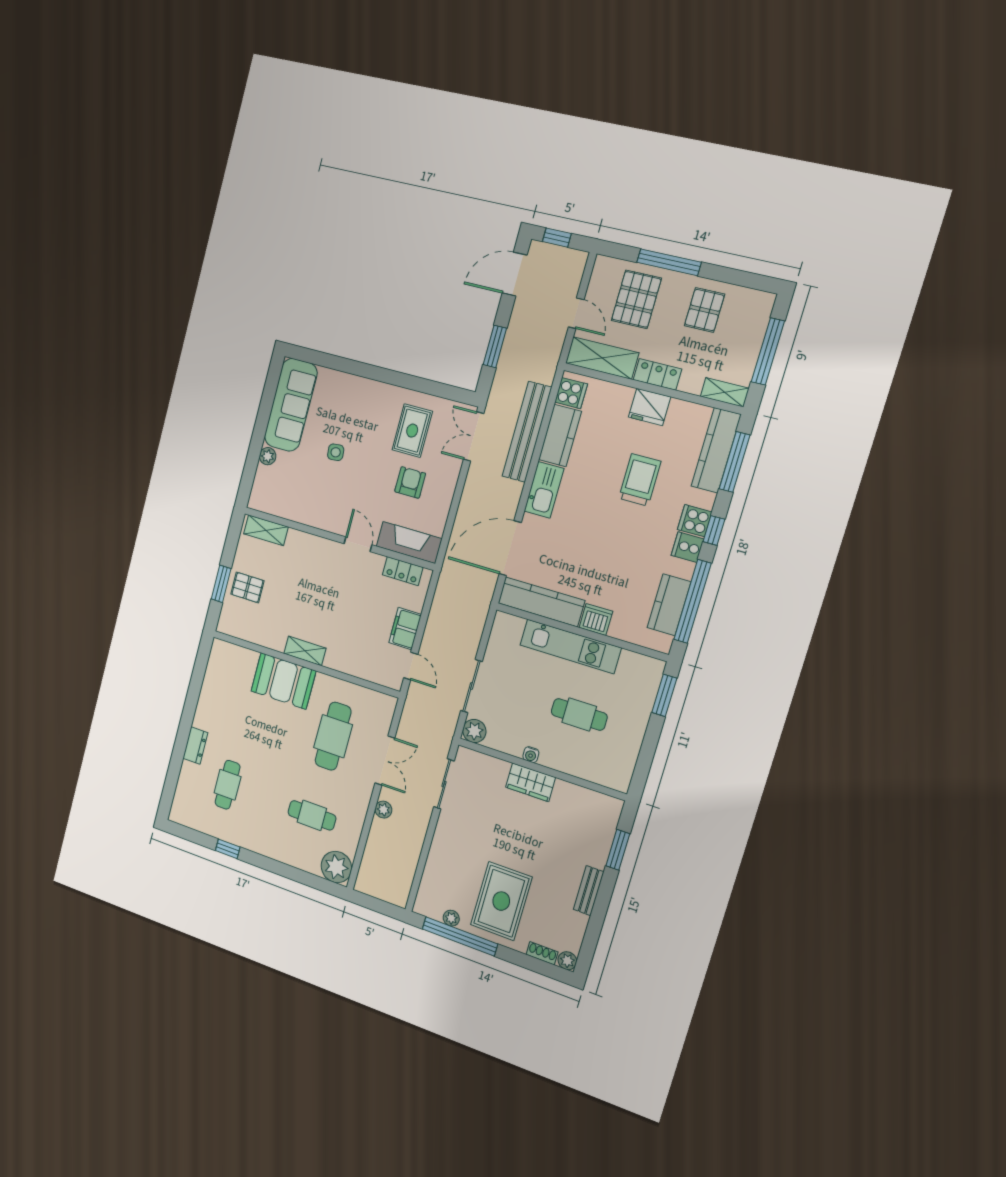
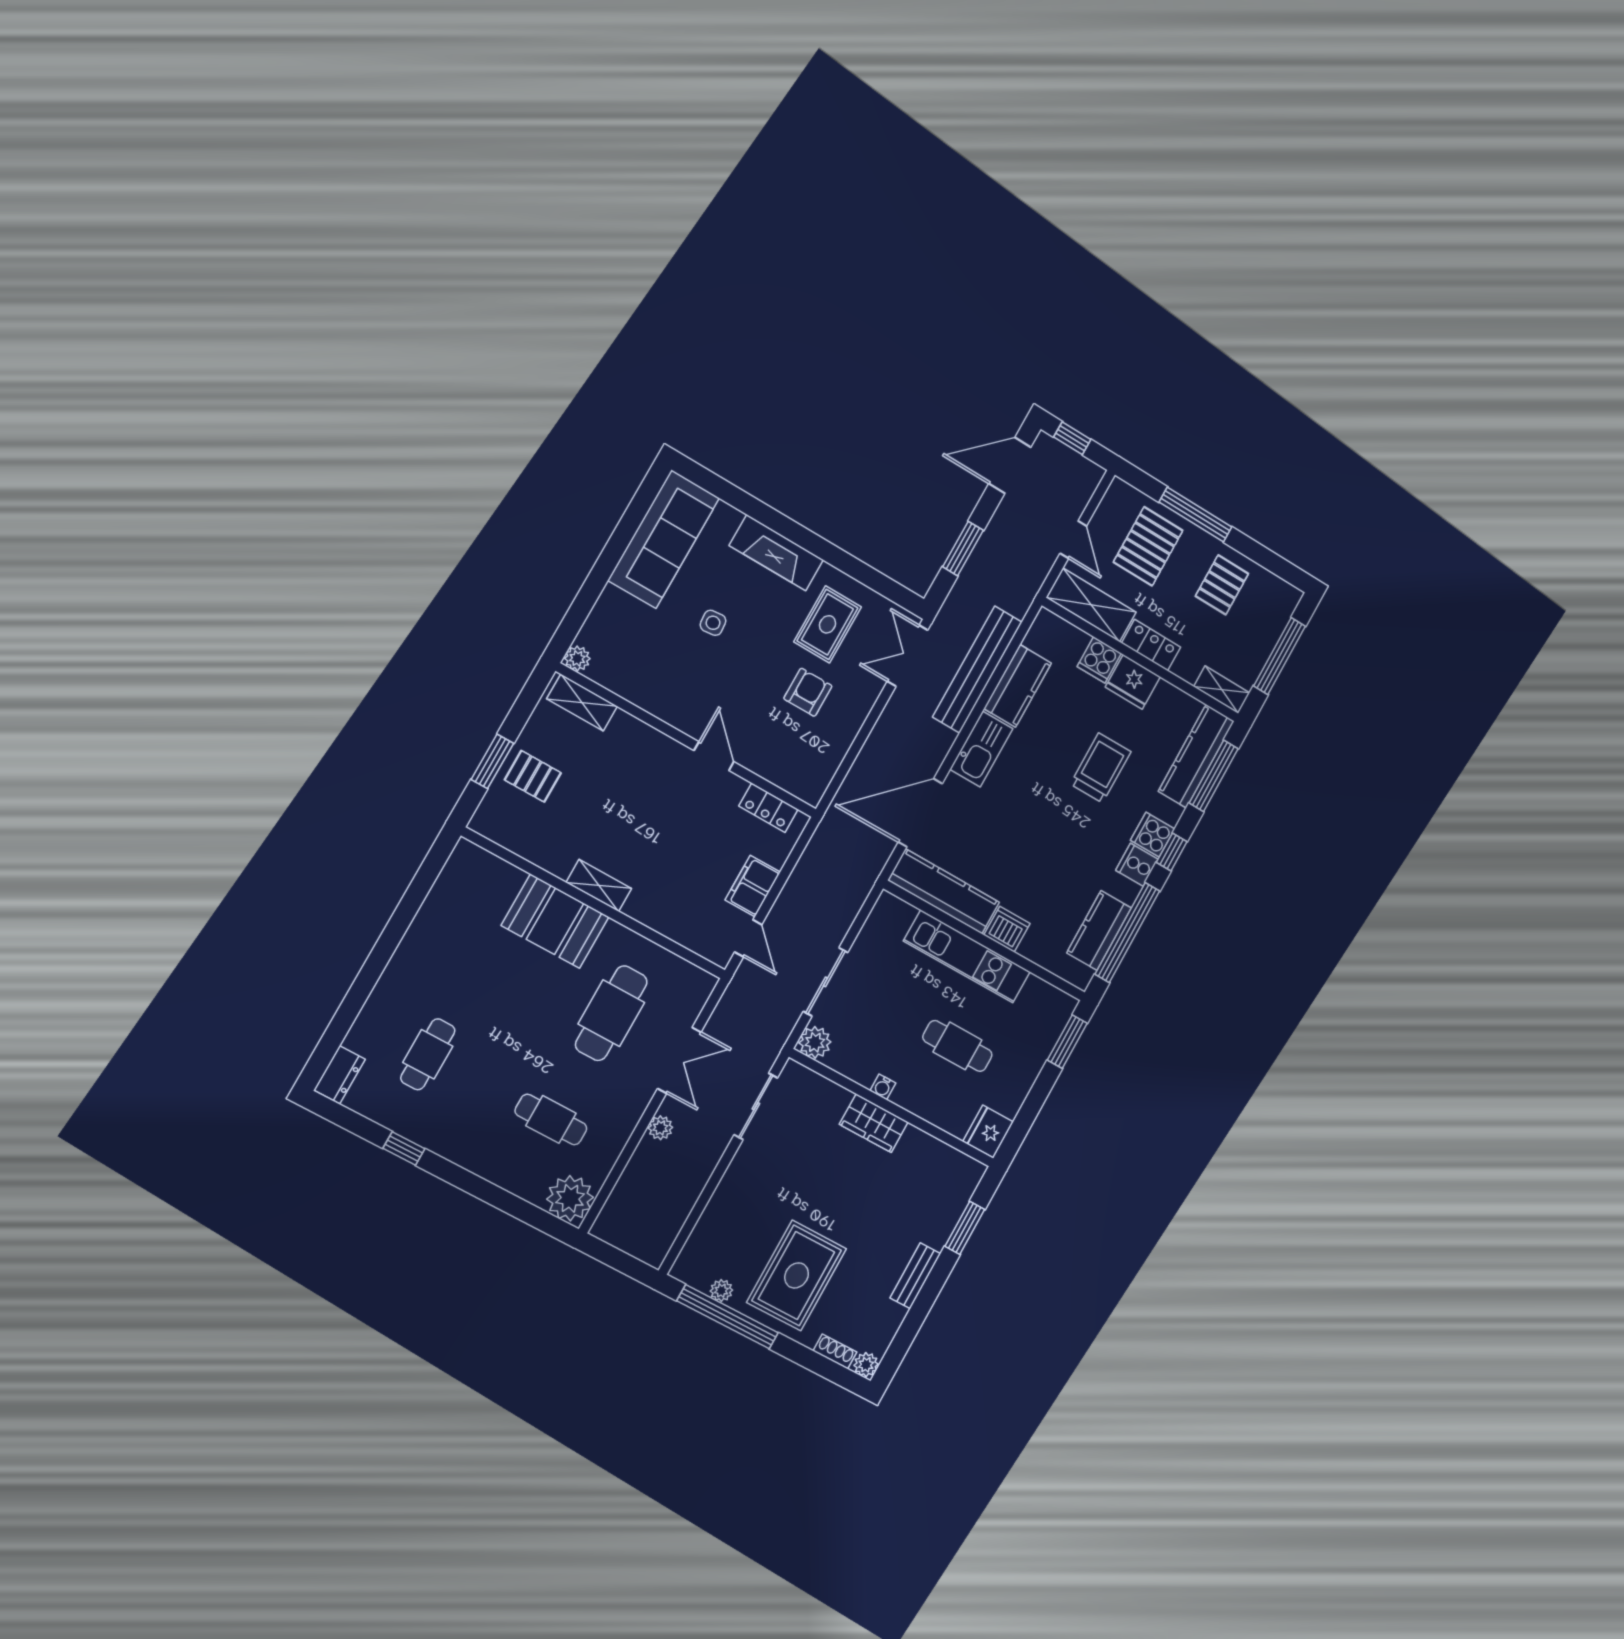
cooker: (571, 393) -> (1099, 660), moved, turned 90
plant: (268, 456) -> (577, 658), moved
fireplace: (409, 542) -> (776, 553), moved, turned 180
dresser: (195, 745) -> (340, 1075), moved
fridge: (618, 775) -> (988, 1132), added

